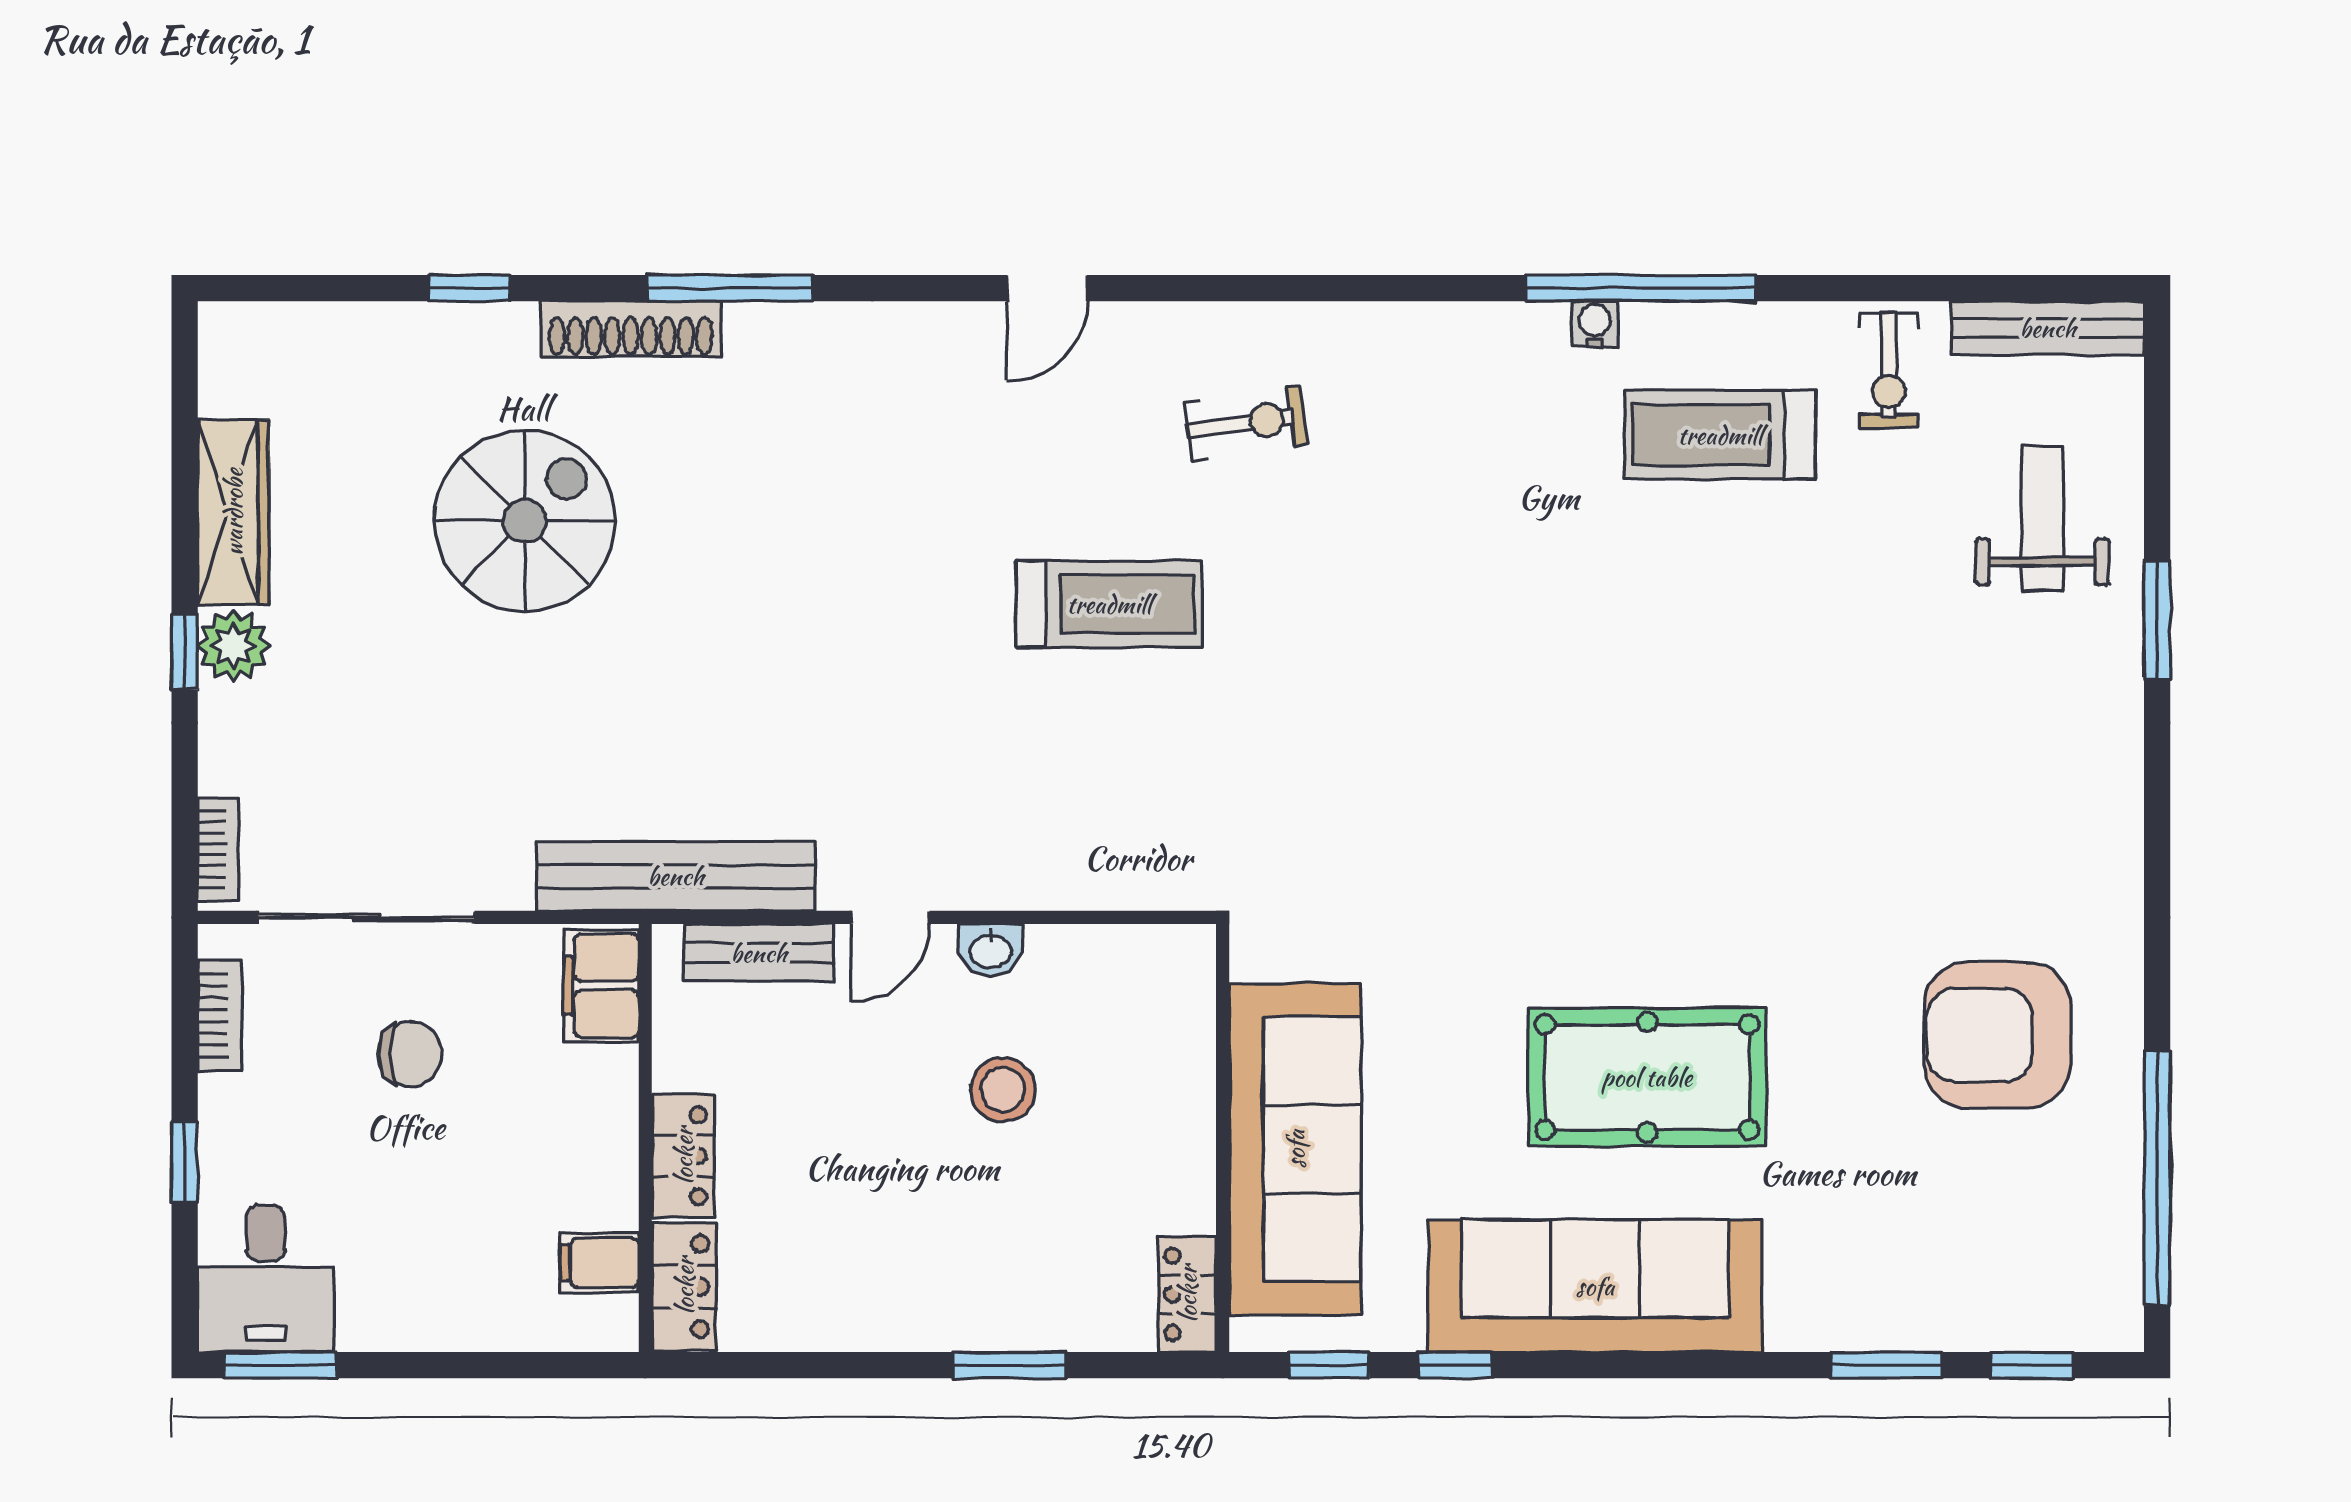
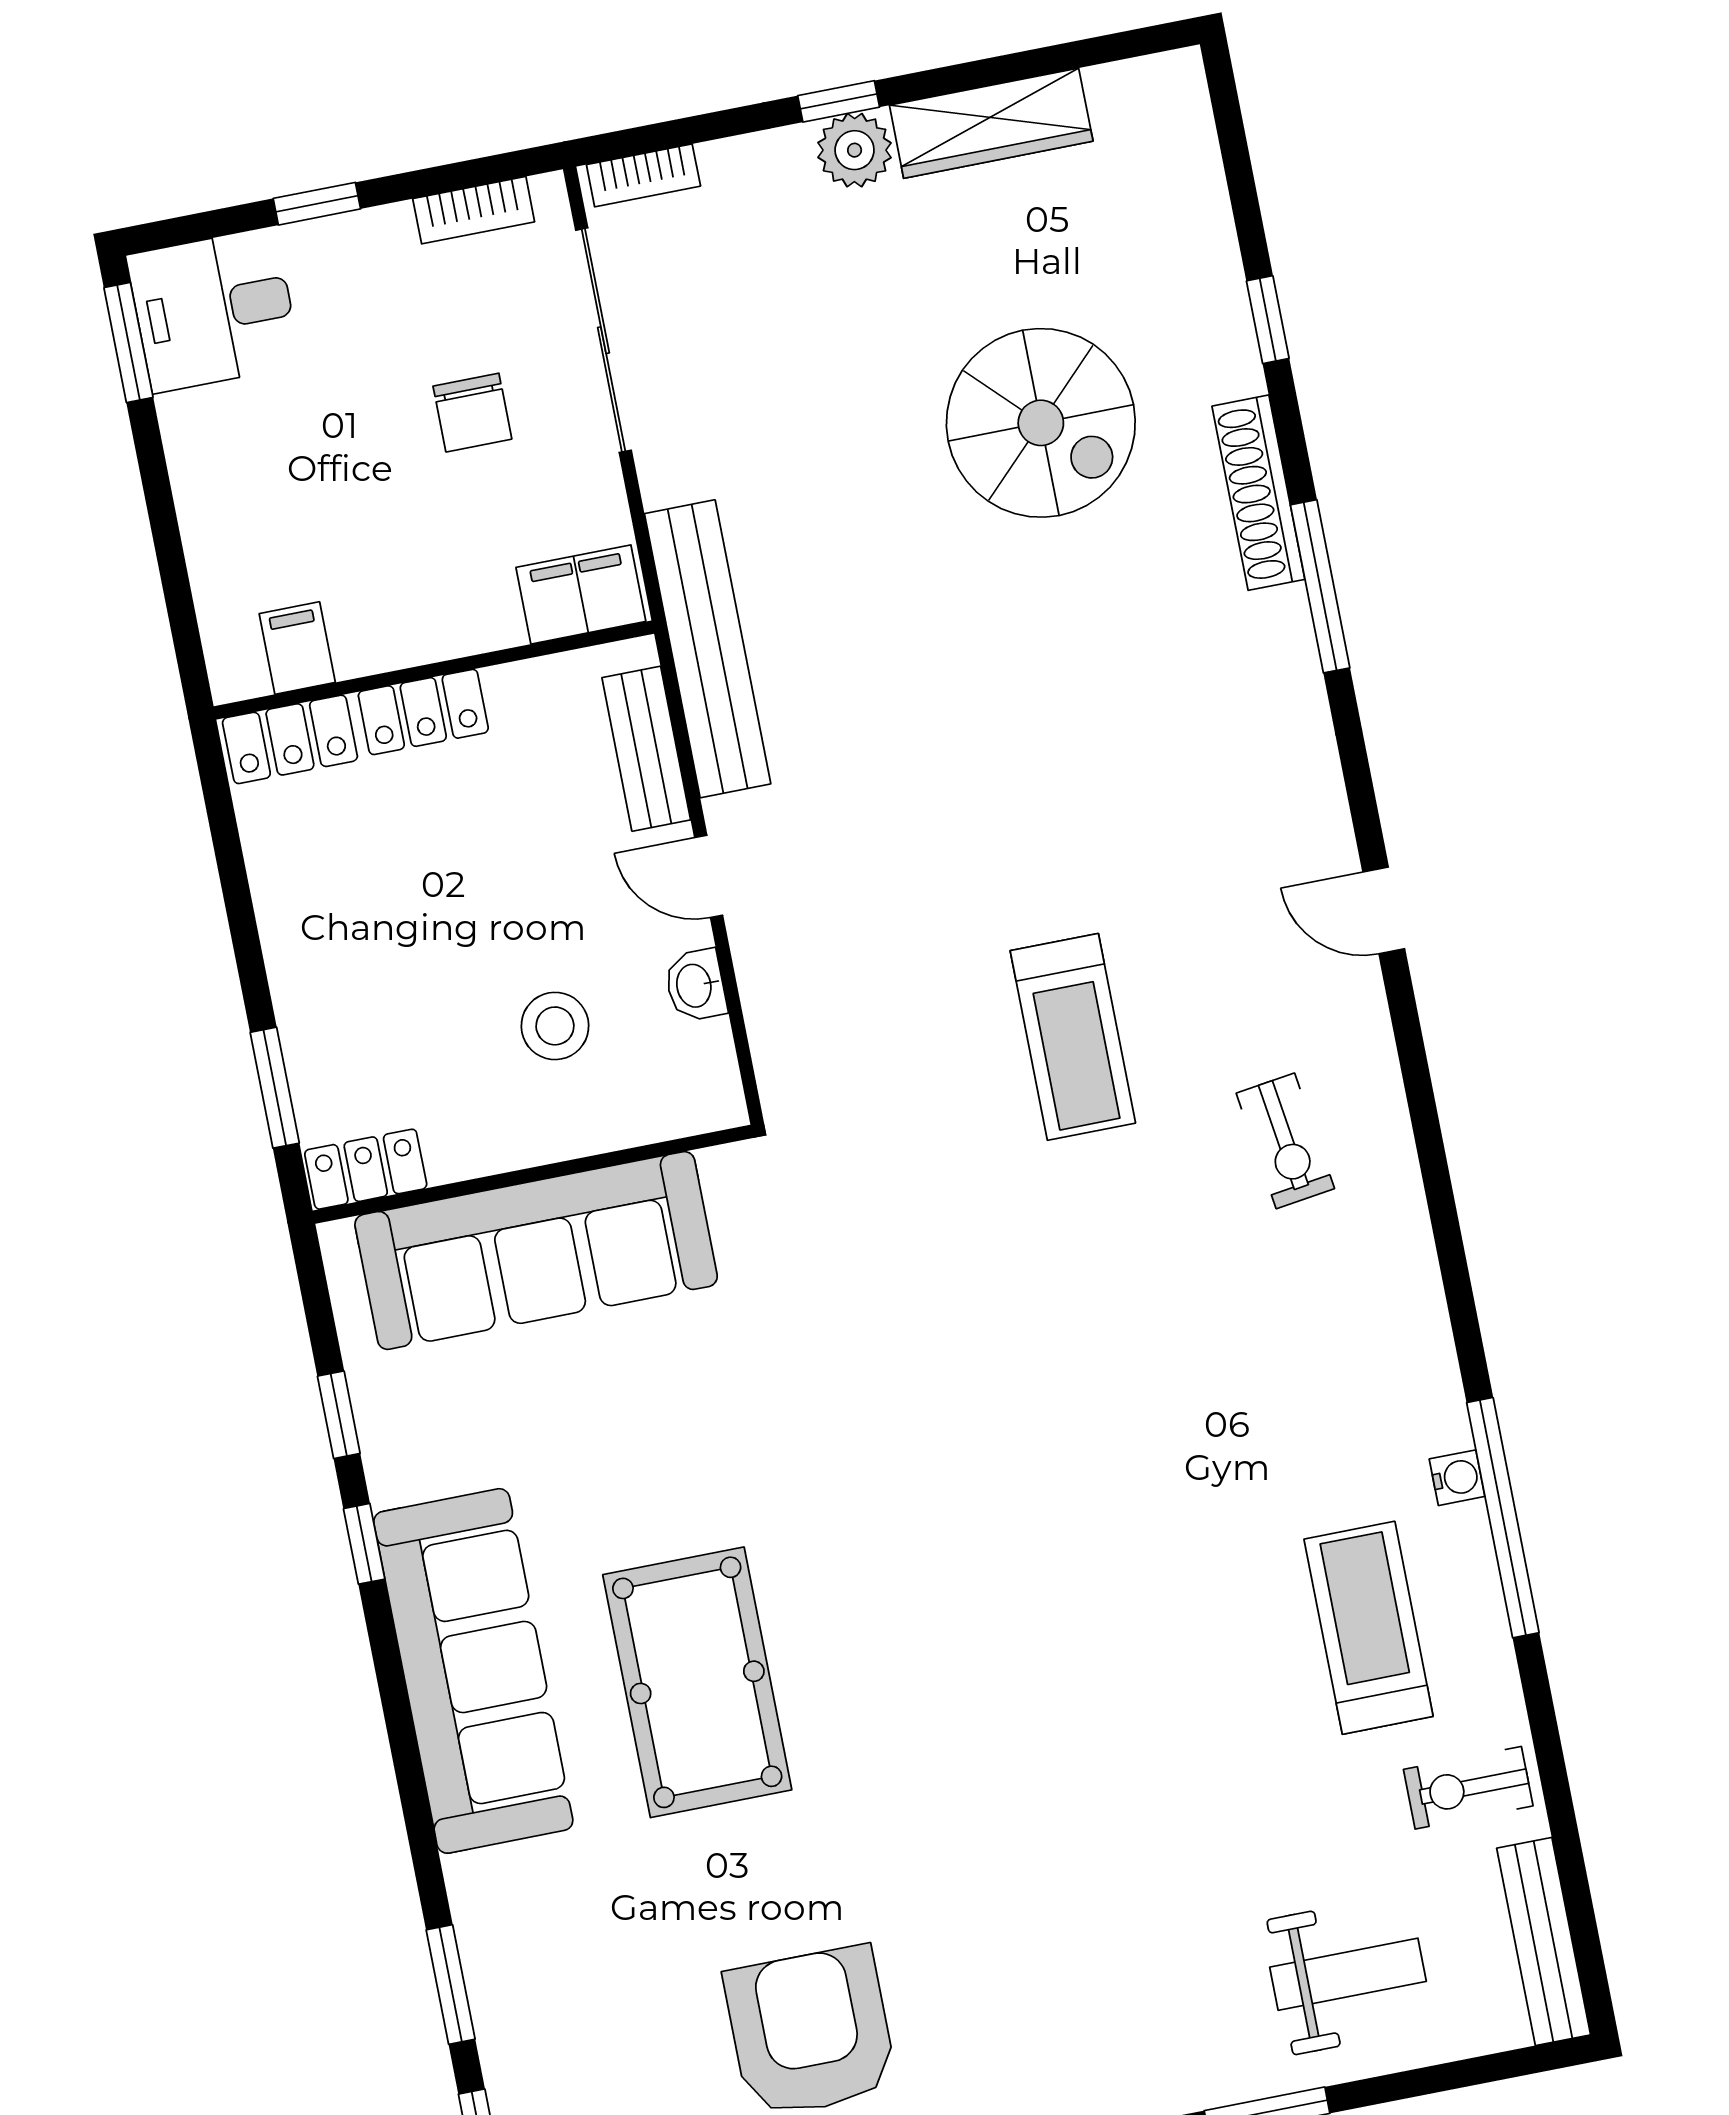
wall: (1223, 1138) -> (533, 1174), moved
sofa: (1295, 1149) -> (536, 1250), moved
locker: (1187, 1294) -> (366, 1169), moved

